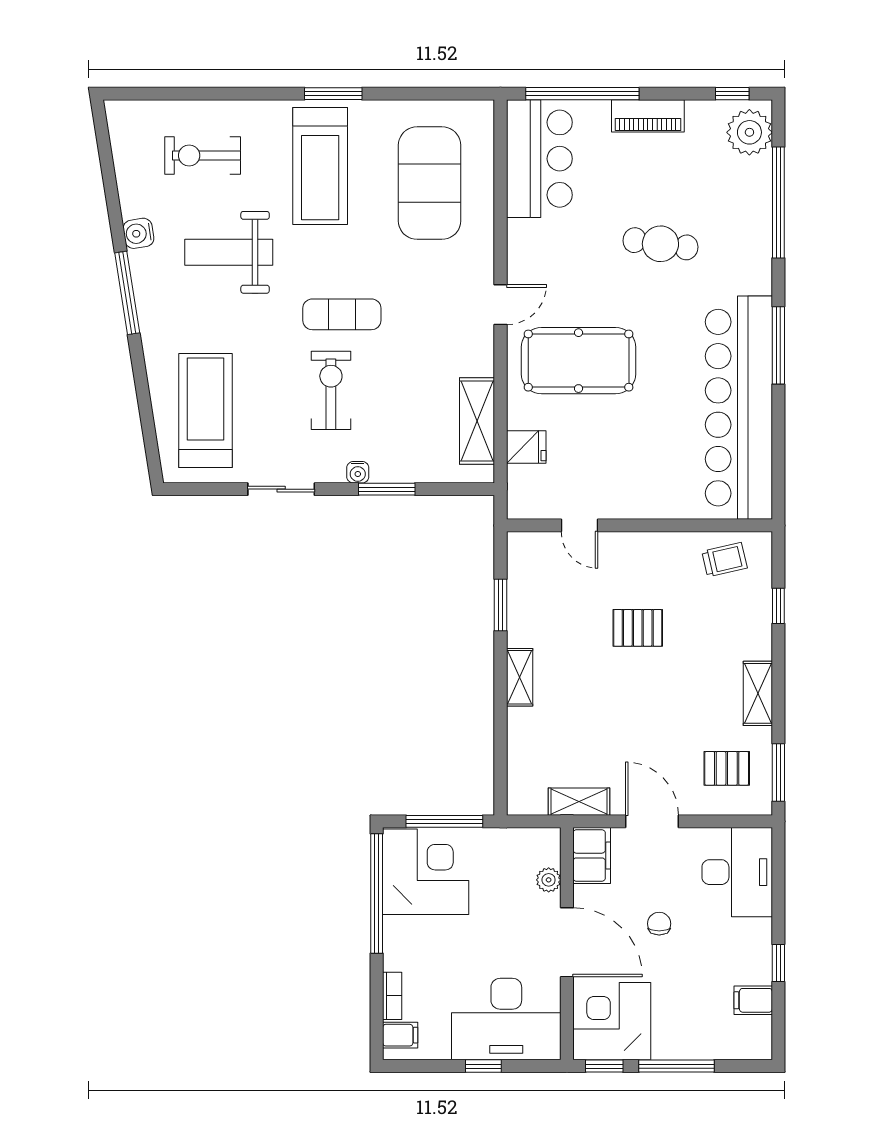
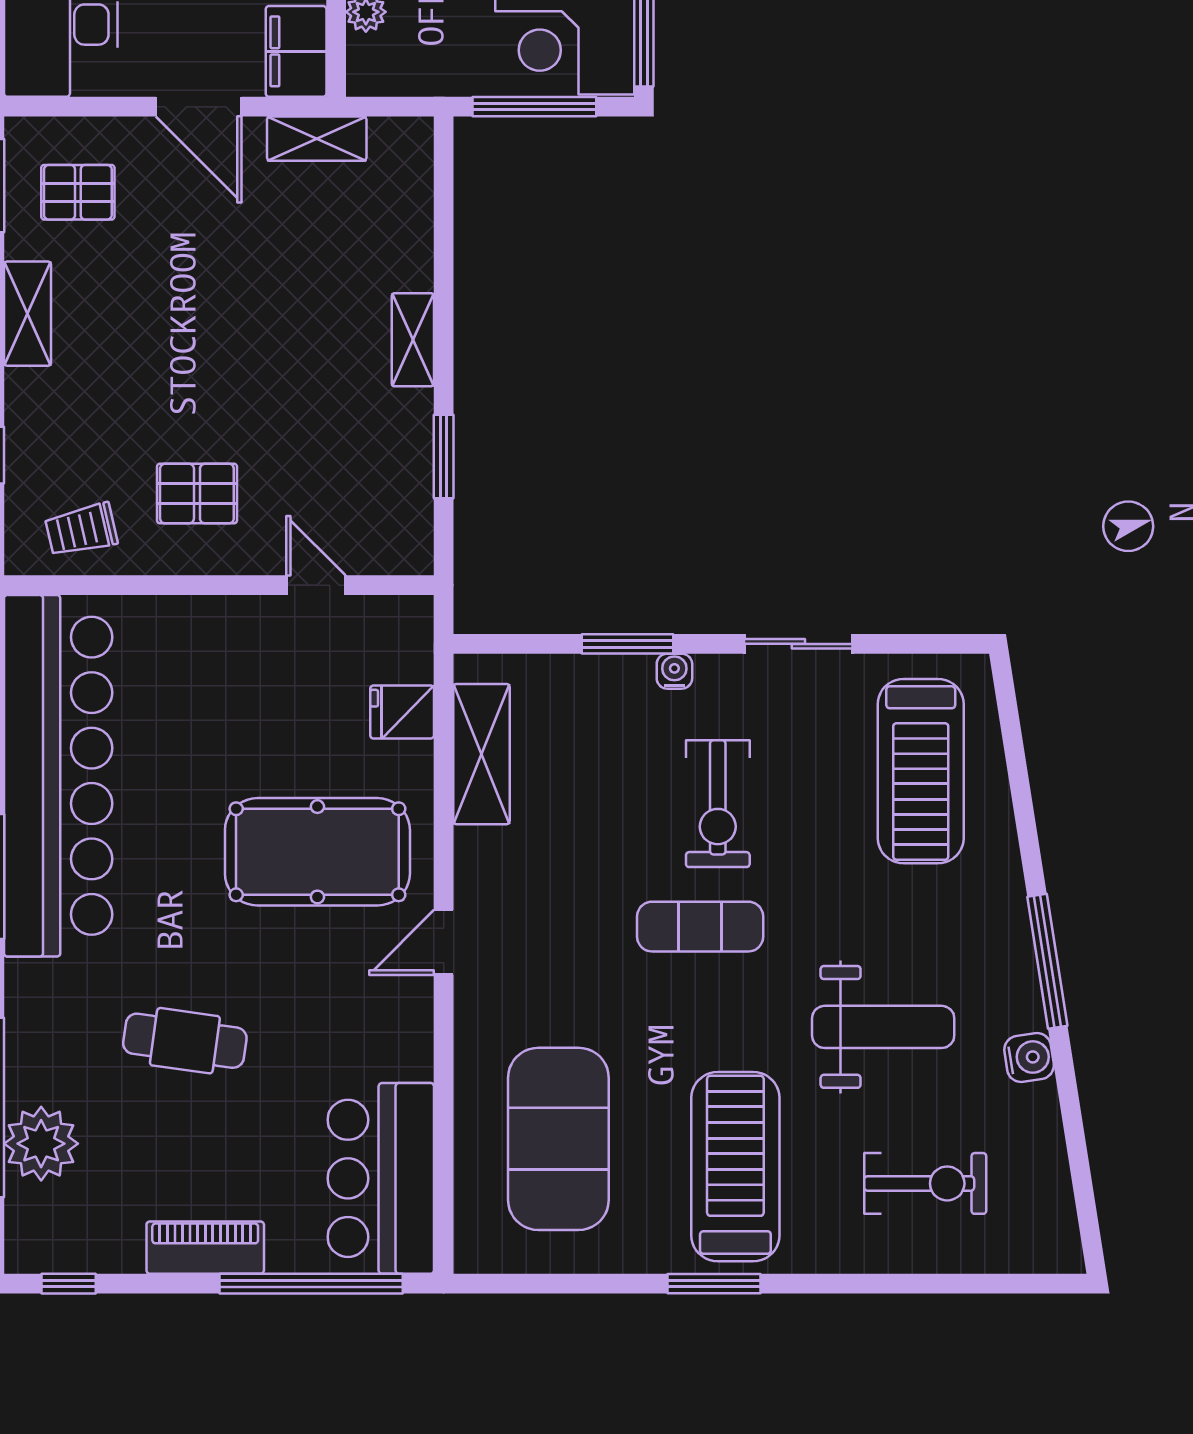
plant: (749, 132) -> (41, 1144), moved
pallet: (638, 628) -> (197, 494), moved

